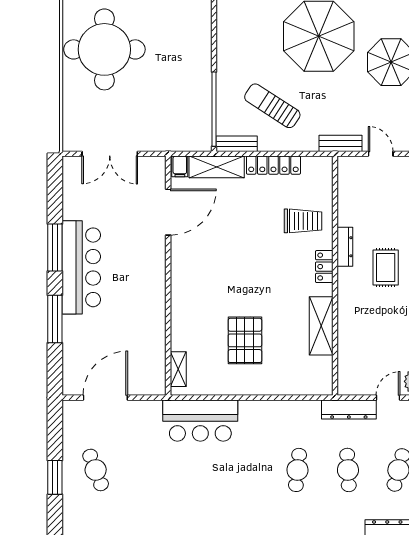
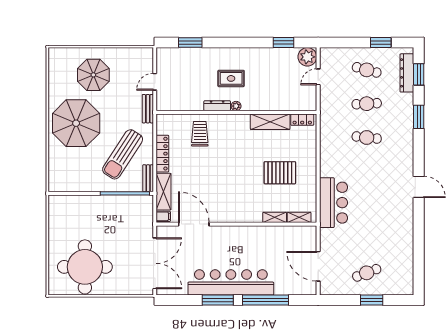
sun lounger: (272, 106) -> (123, 154), width x1.36, depth x1.34
double door: (110, 154) -> (155, 263), width x1.36
bar counter: (81, 267) -> (231, 282), width x1.36
locker: (324, 267) -> (302, 120), moved
plant: (344, 275) -> (236, 106), added
window: (55, 319) -> (266, 300), width x1.46
shelving: (178, 333) -> (275, 217), added
door: (388, 398) -> (318, 77), hinge flipped
dresser: (349, 409) -> (326, 103), removed

